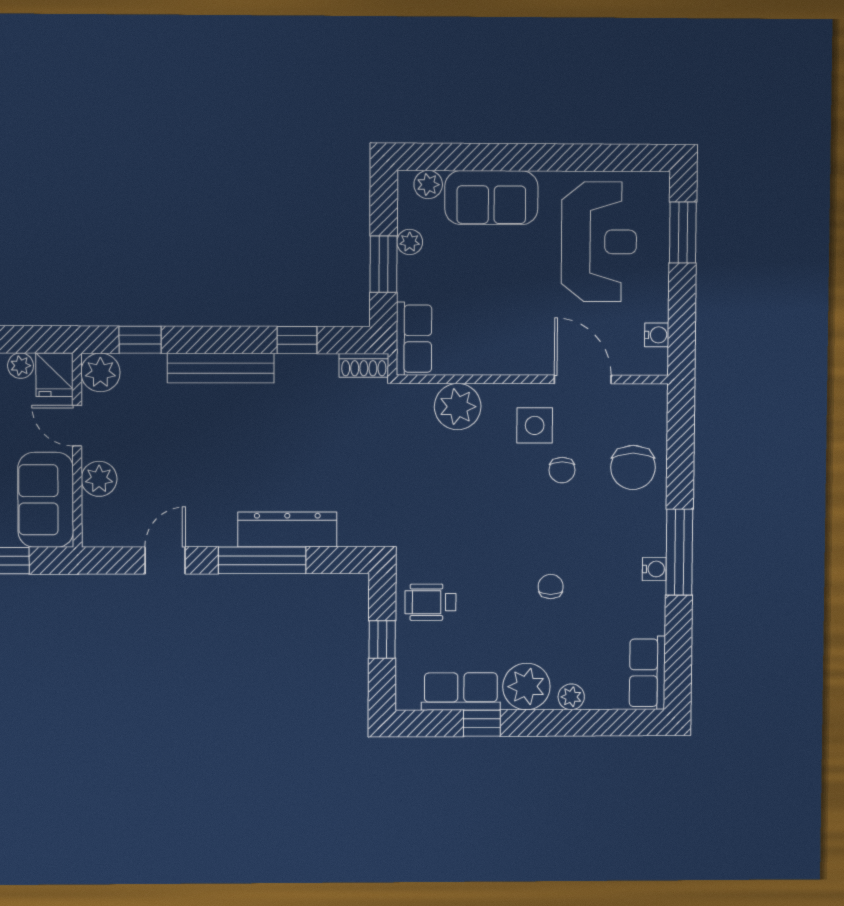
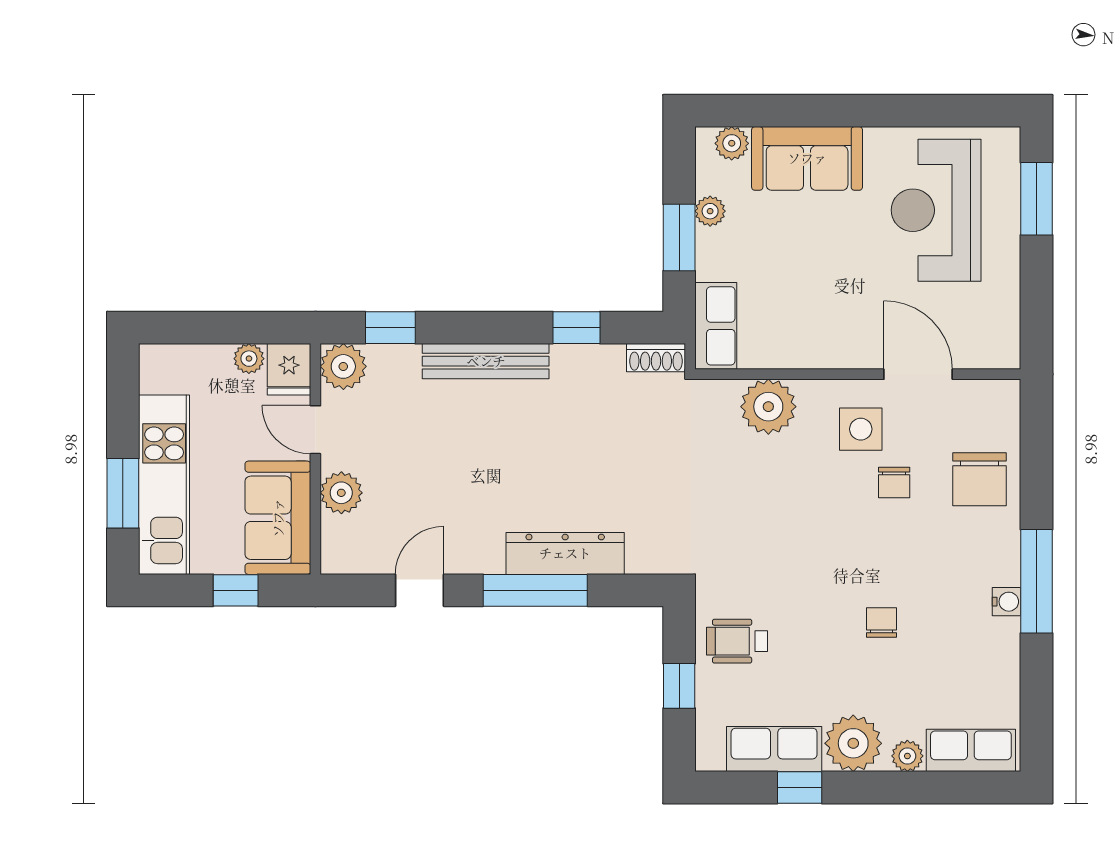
reception desk: (599, 242) -> (936, 210), turned 180
water cooler: (657, 335) -> (1006, 321), removed
row of seats: (647, 673) -> (971, 750), moved, turned 90

